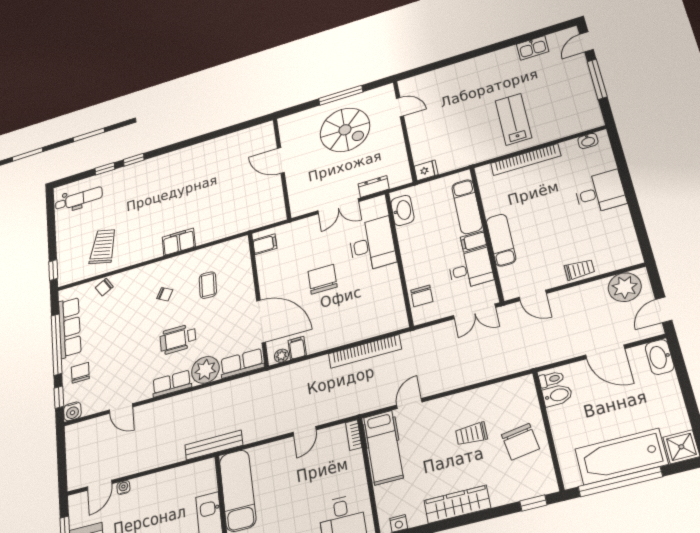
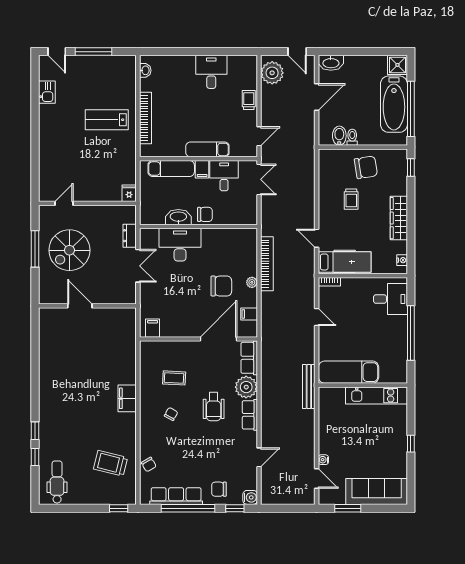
spiral stairs: (345, 130) -> (69, 250), turned 180
door: (281, 160) -> (80, 306), swing flipped
desk: (600, 192) -> (211, 72), moved
washbasin: (402, 210) -> (178, 217), moved
chair: (322, 279) -> (221, 286), moved, turned 180
chair: (422, 296) -> (205, 214), moved
plant: (281, 356) -> (252, 282), moved
toilet: (551, 379) -> (352, 137), moved

